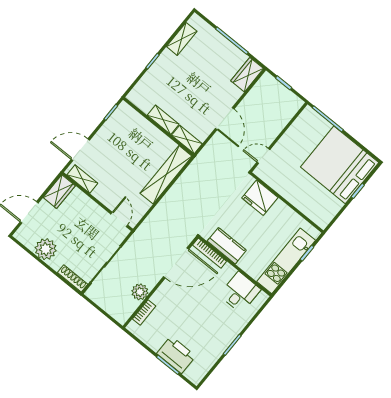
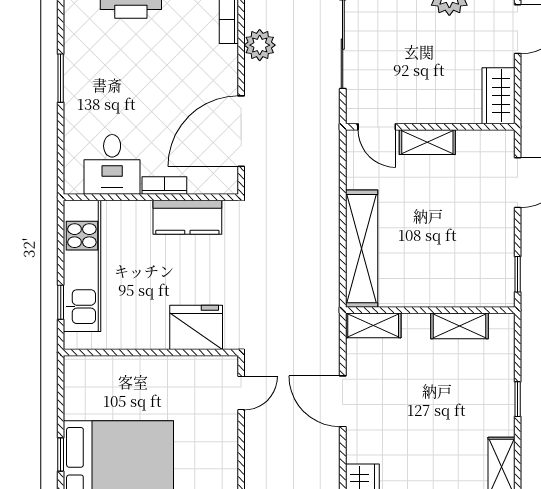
shelving: (163, 120) -> (460, 326), moved
shelving: (82, 179) -> (427, 142), moved
bookcase: (210, 253) -> (164, 186), moved, width x0.64

